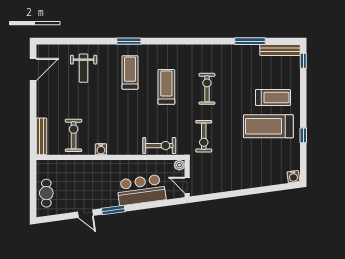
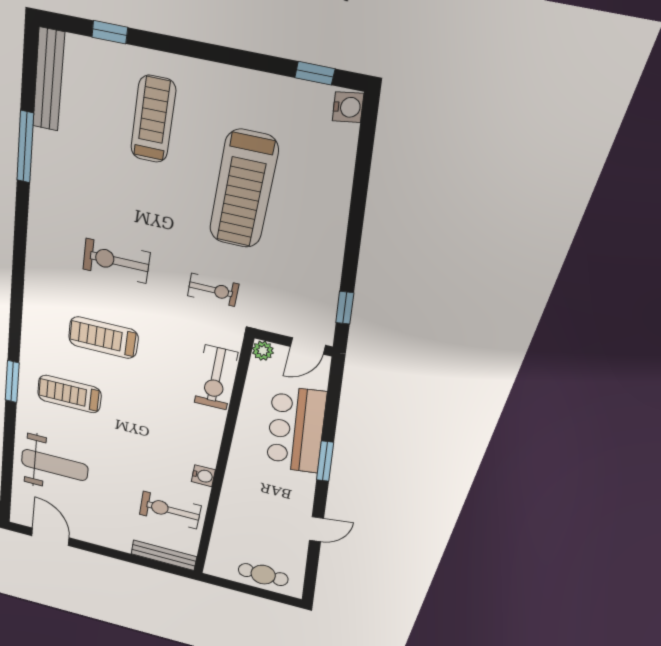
window: (303, 61) -> (110, 32), moved
weight bench: (84, 68) -> (55, 465), width x1.36, depth x1.33
treadmill: (268, 126) -> (243, 190), moved
window: (303, 135) -> (315, 73), moved
exercise bike: (204, 136) -> (213, 290), width x0.73, depth x0.72
exercise bike: (159, 146) -> (216, 378), turned 180
window: (210, 197) -> (345, 308), added
window: (113, 210) -> (325, 461), moved

